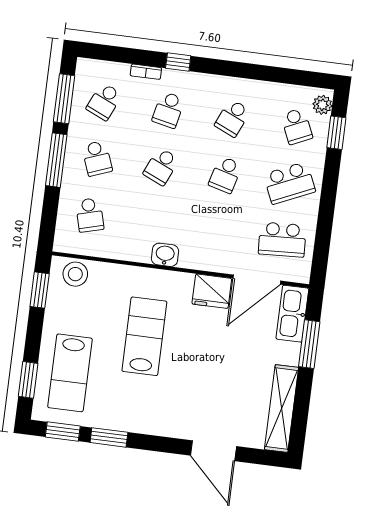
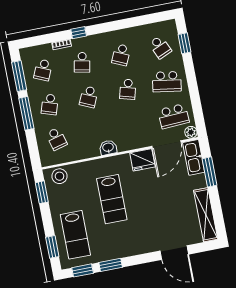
plant: (322, 105) -> (191, 132), moved
school desk: (97, 158) -> (50, 104), turned 39
school desk: (289, 183) -> (167, 82), turned 33
lab bench: (144, 336) -> (112, 199), turned 180

